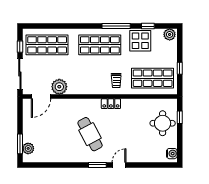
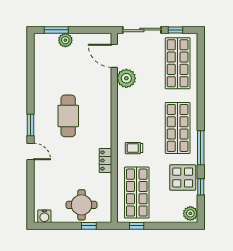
window: (180, 68) -> (137, 226), moved
locker: (111, 104) -> (106, 161), moved
cafe table: (90, 134) -> (68, 116), turned -62
plant: (28, 148) -> (65, 40), moved

